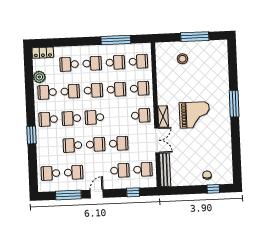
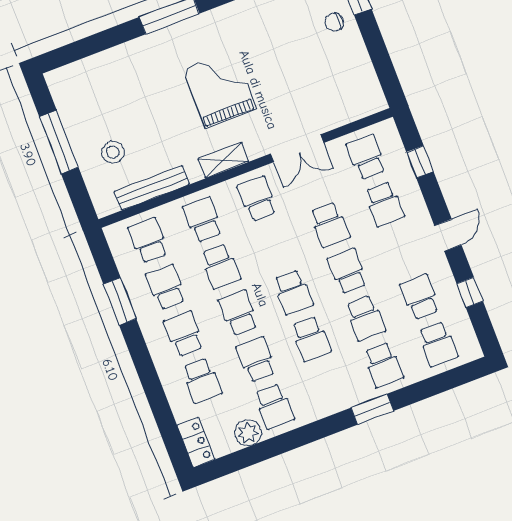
window: (116, 40) -> (120, 301), width x0.69
school desk: (116, 89) -> (221, 266), turned 180
shelving: (163, 117) -> (223, 160), moved
school desk: (48, 119) -> (383, 365), moved
double door: (157, 140) -> (297, 148), swing flipped
school desk: (119, 143) -> (330, 225), turned 180
school desk: (120, 170) -> (384, 204), turned 180
bench: (165, 170) -> (152, 188), moved
door: (97, 194) -> (448, 235), swing flipped
window: (68, 195) -> (470, 292), width x0.46

